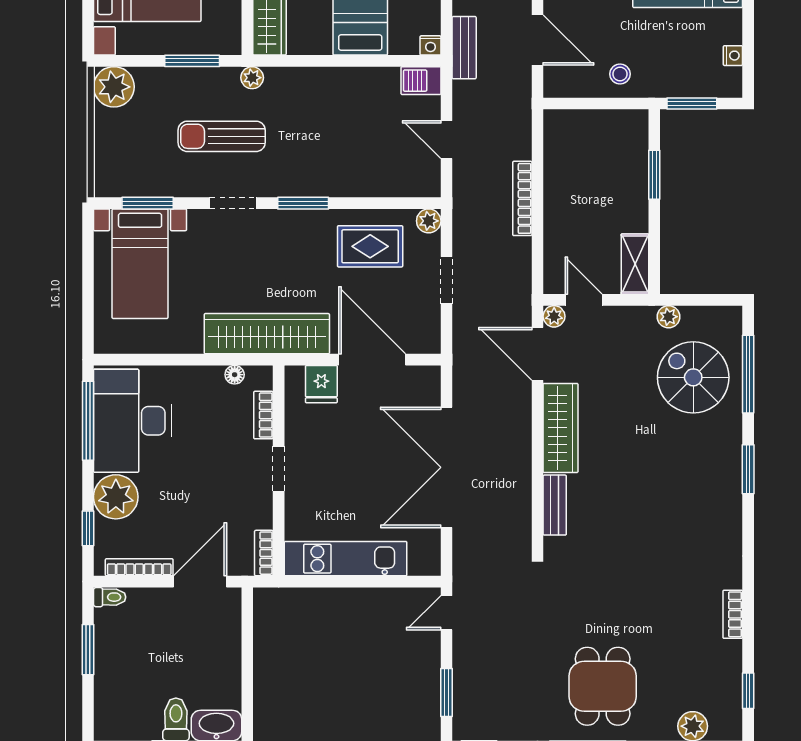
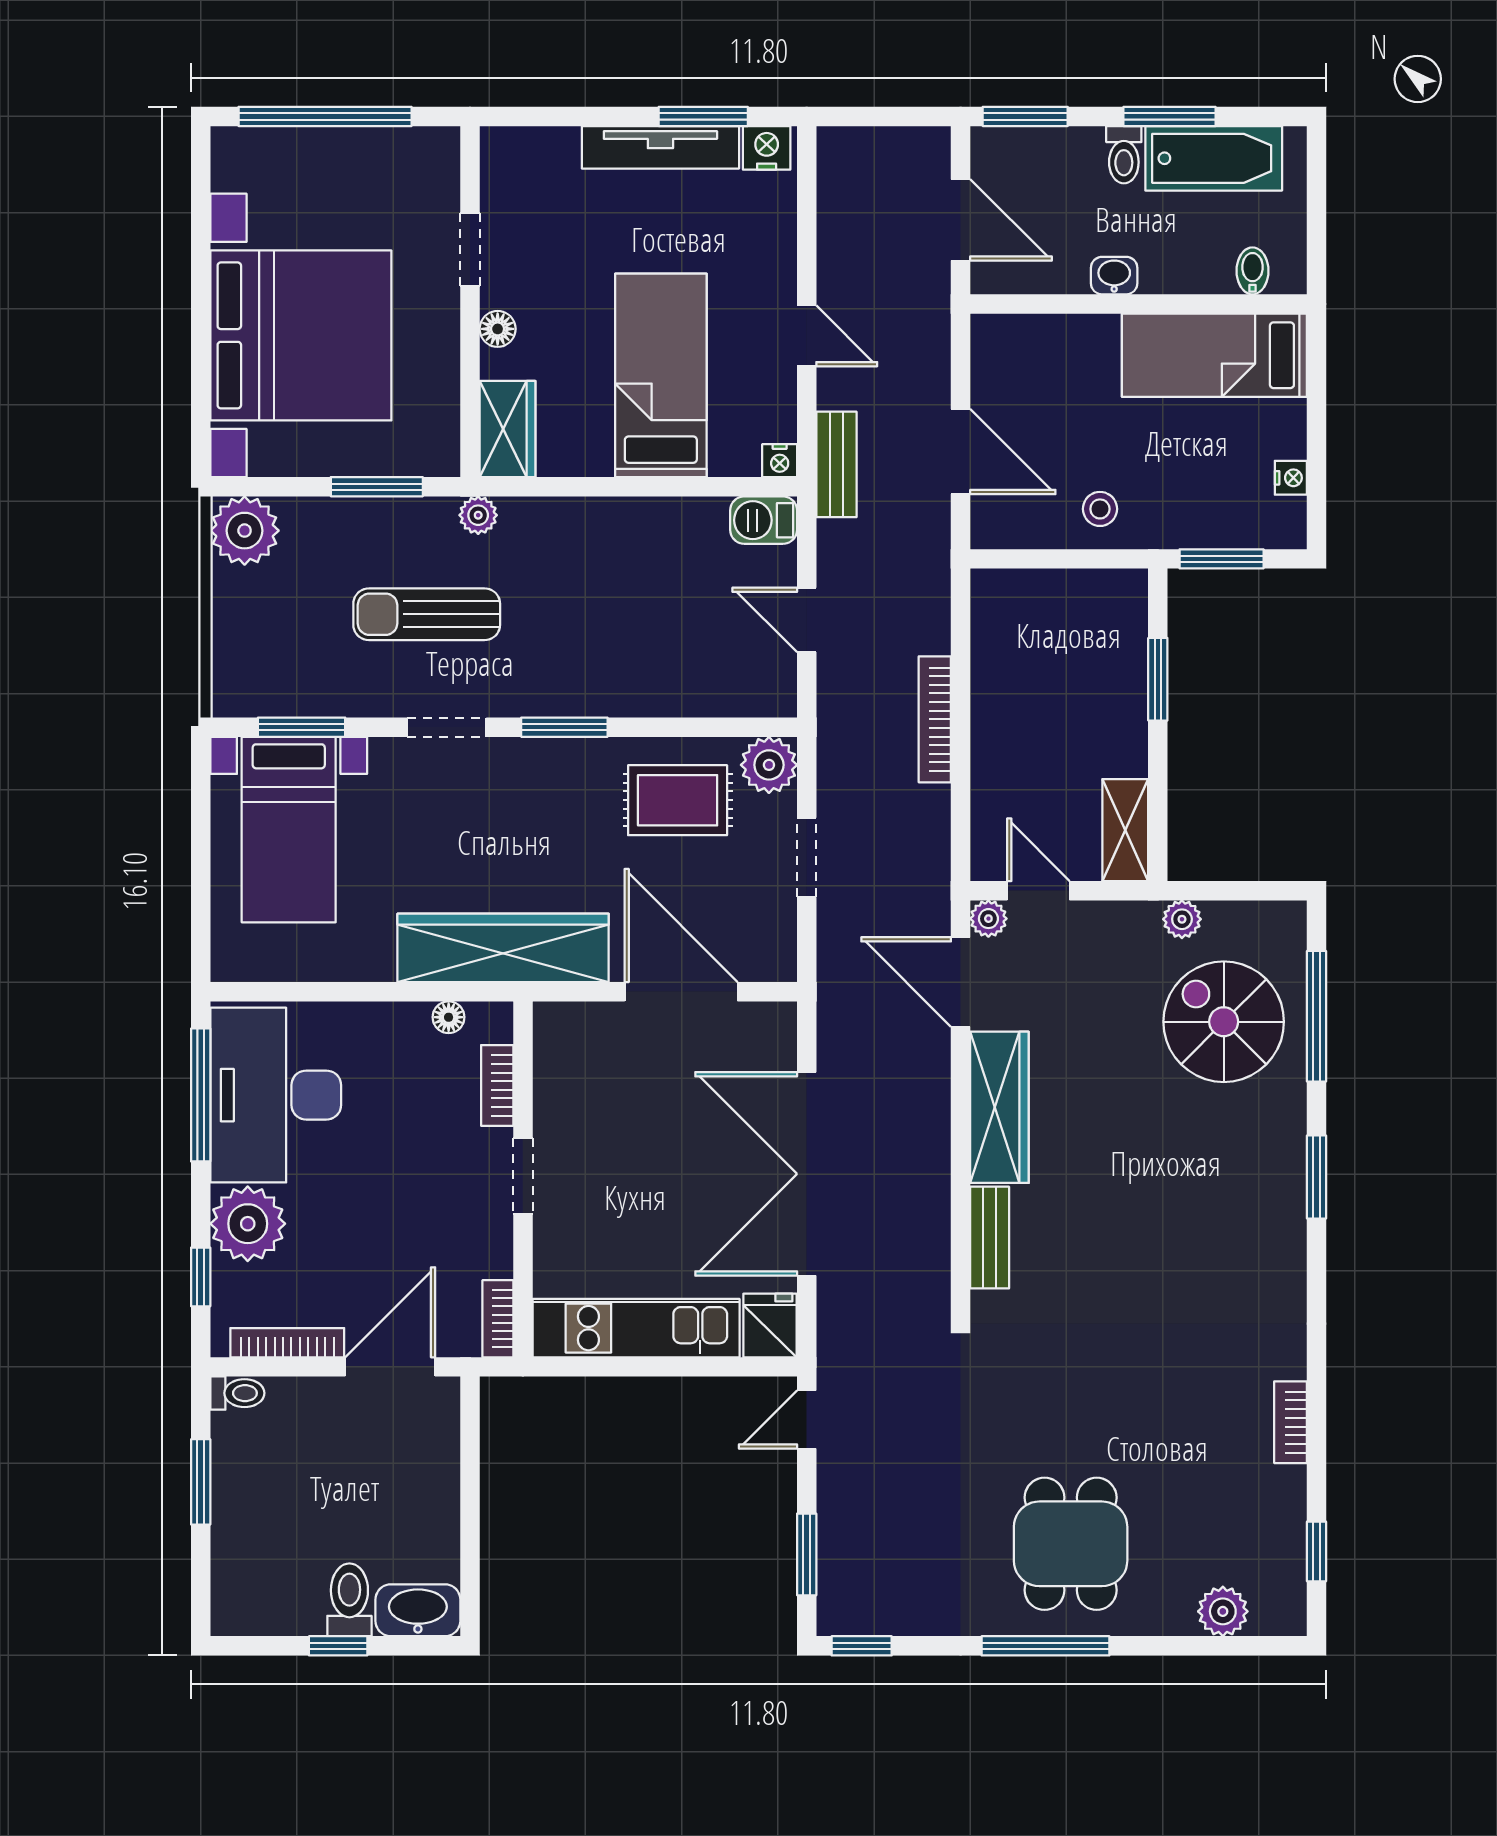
plant: (429, 221) -> (769, 765), width x1.38, depth x1.38
fridge: (321, 384) -> (770, 1325), moved, turned 180

